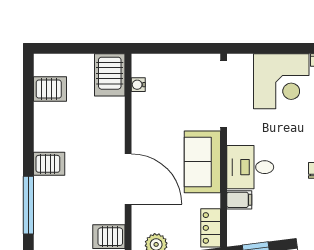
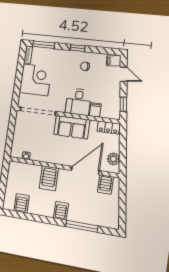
server rack: (110, 75) -> (49, 178), moved, turned 90
door: (128, 179) -> (85, 170), moved

